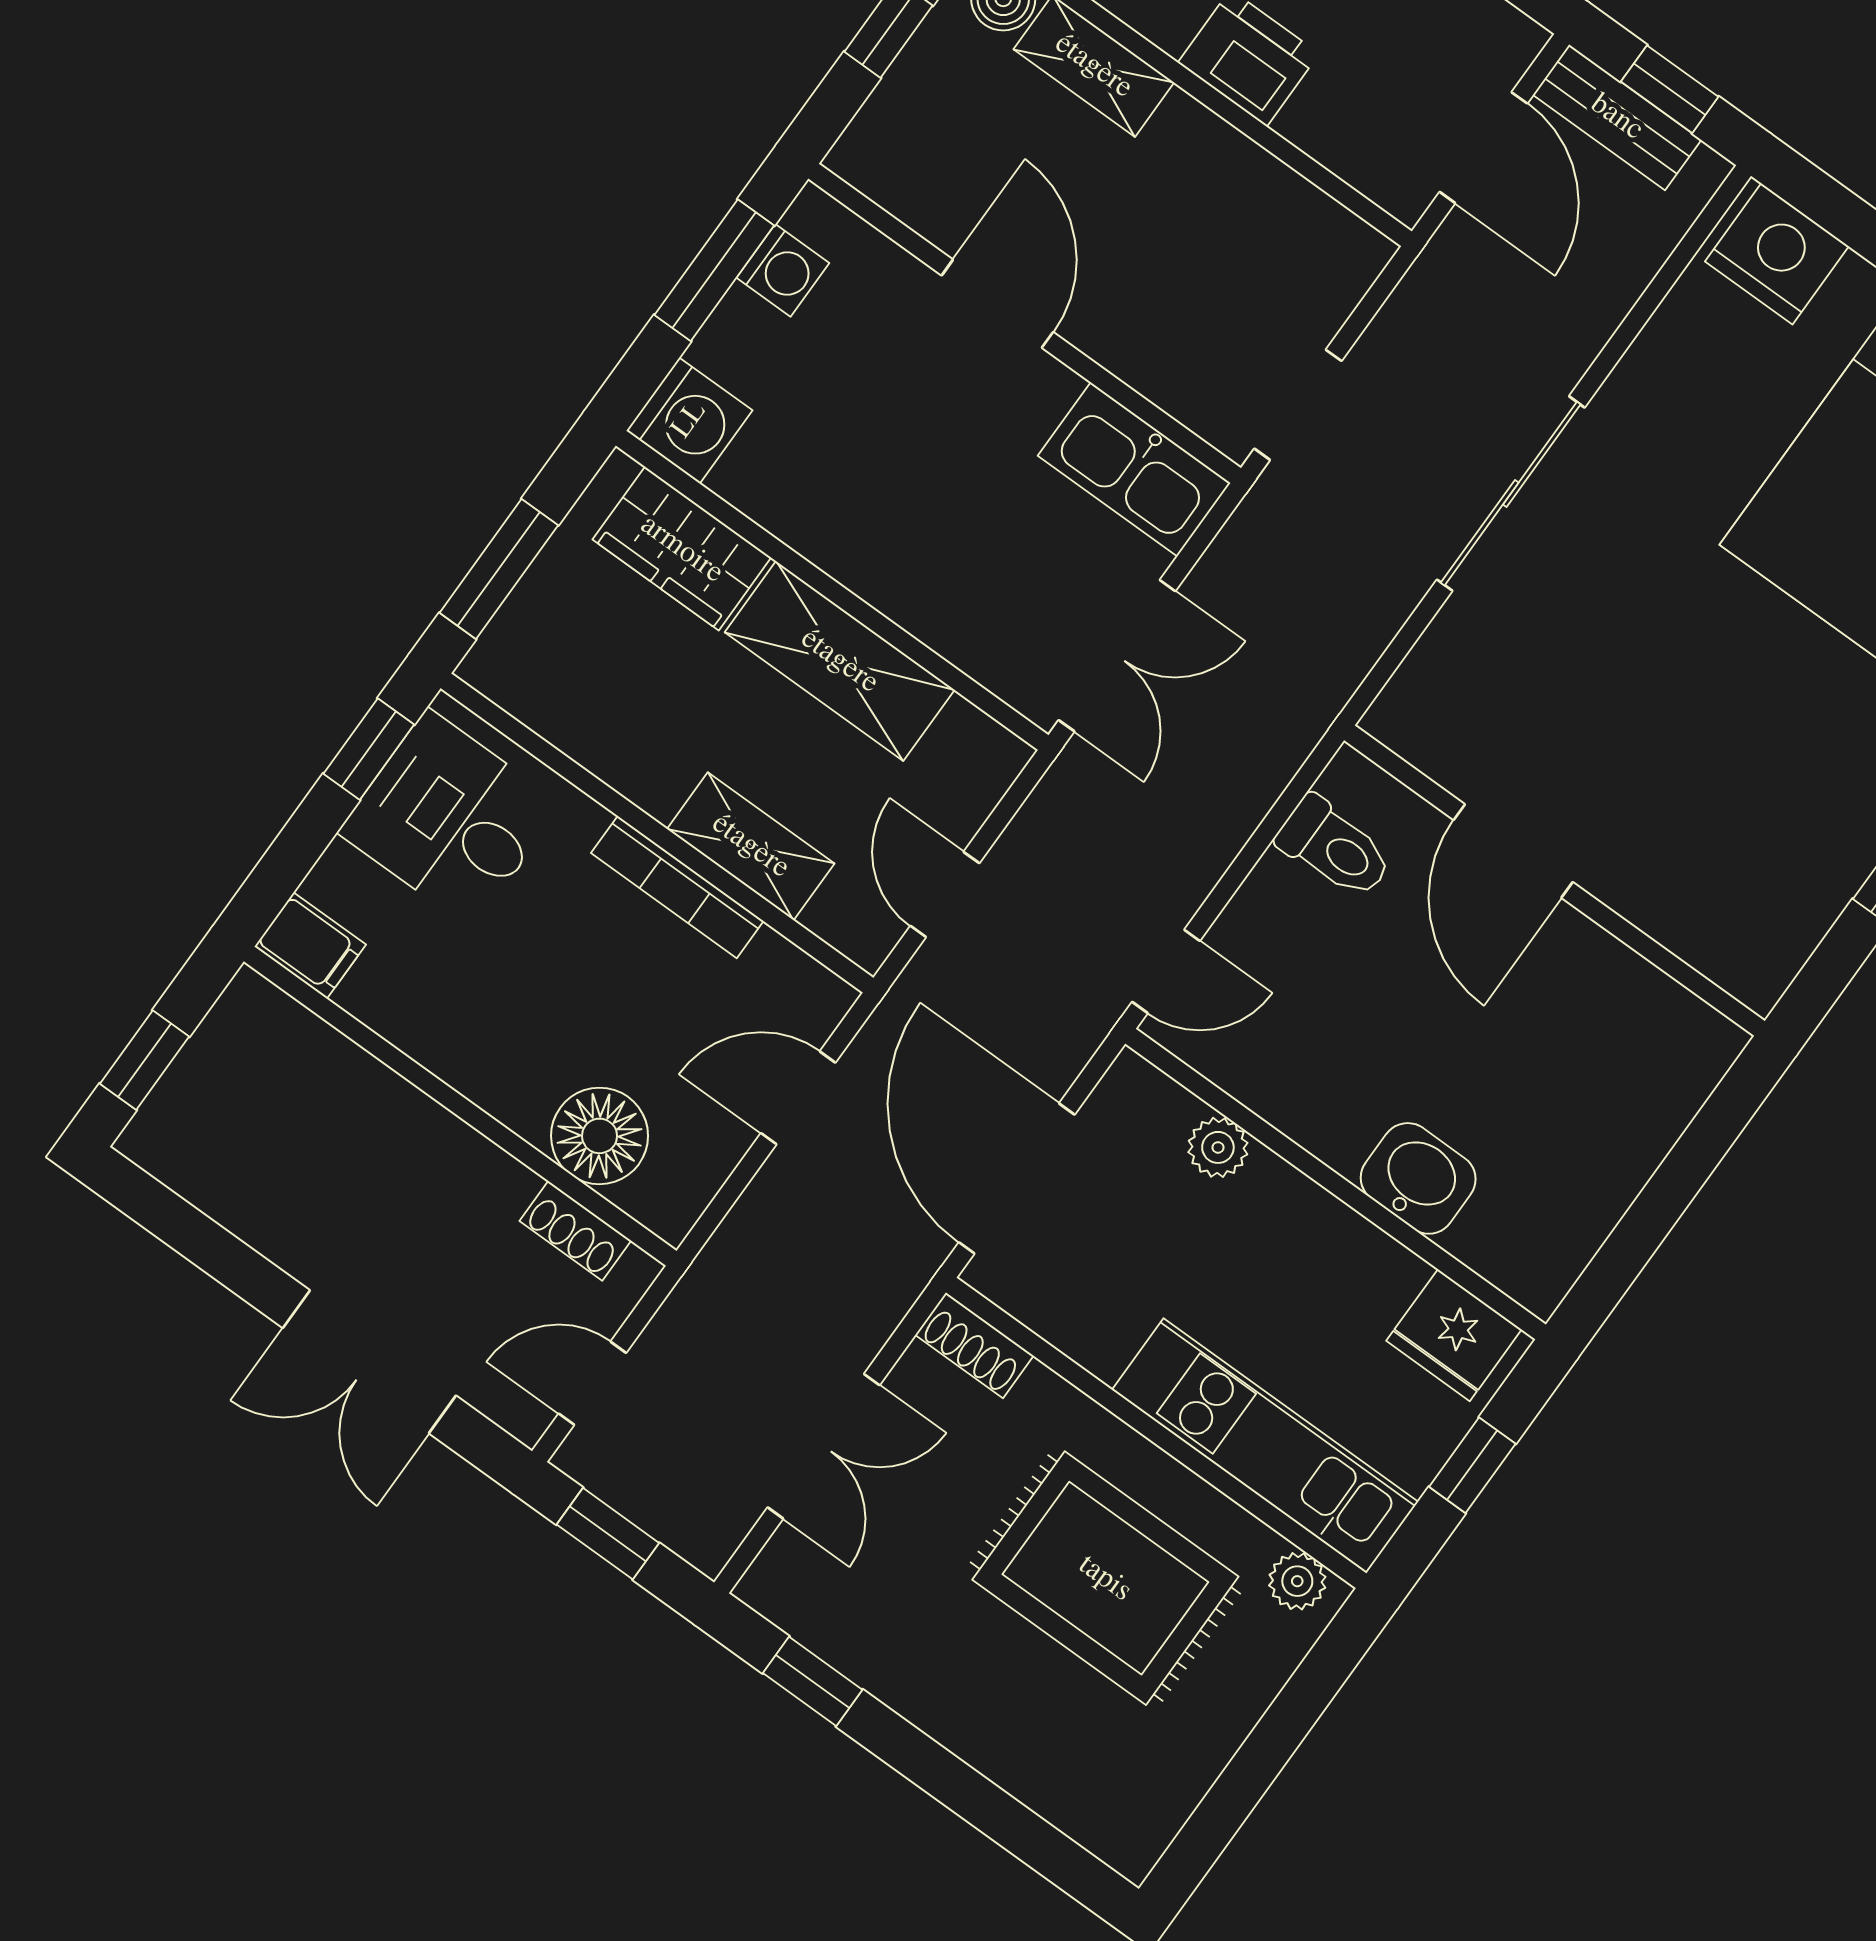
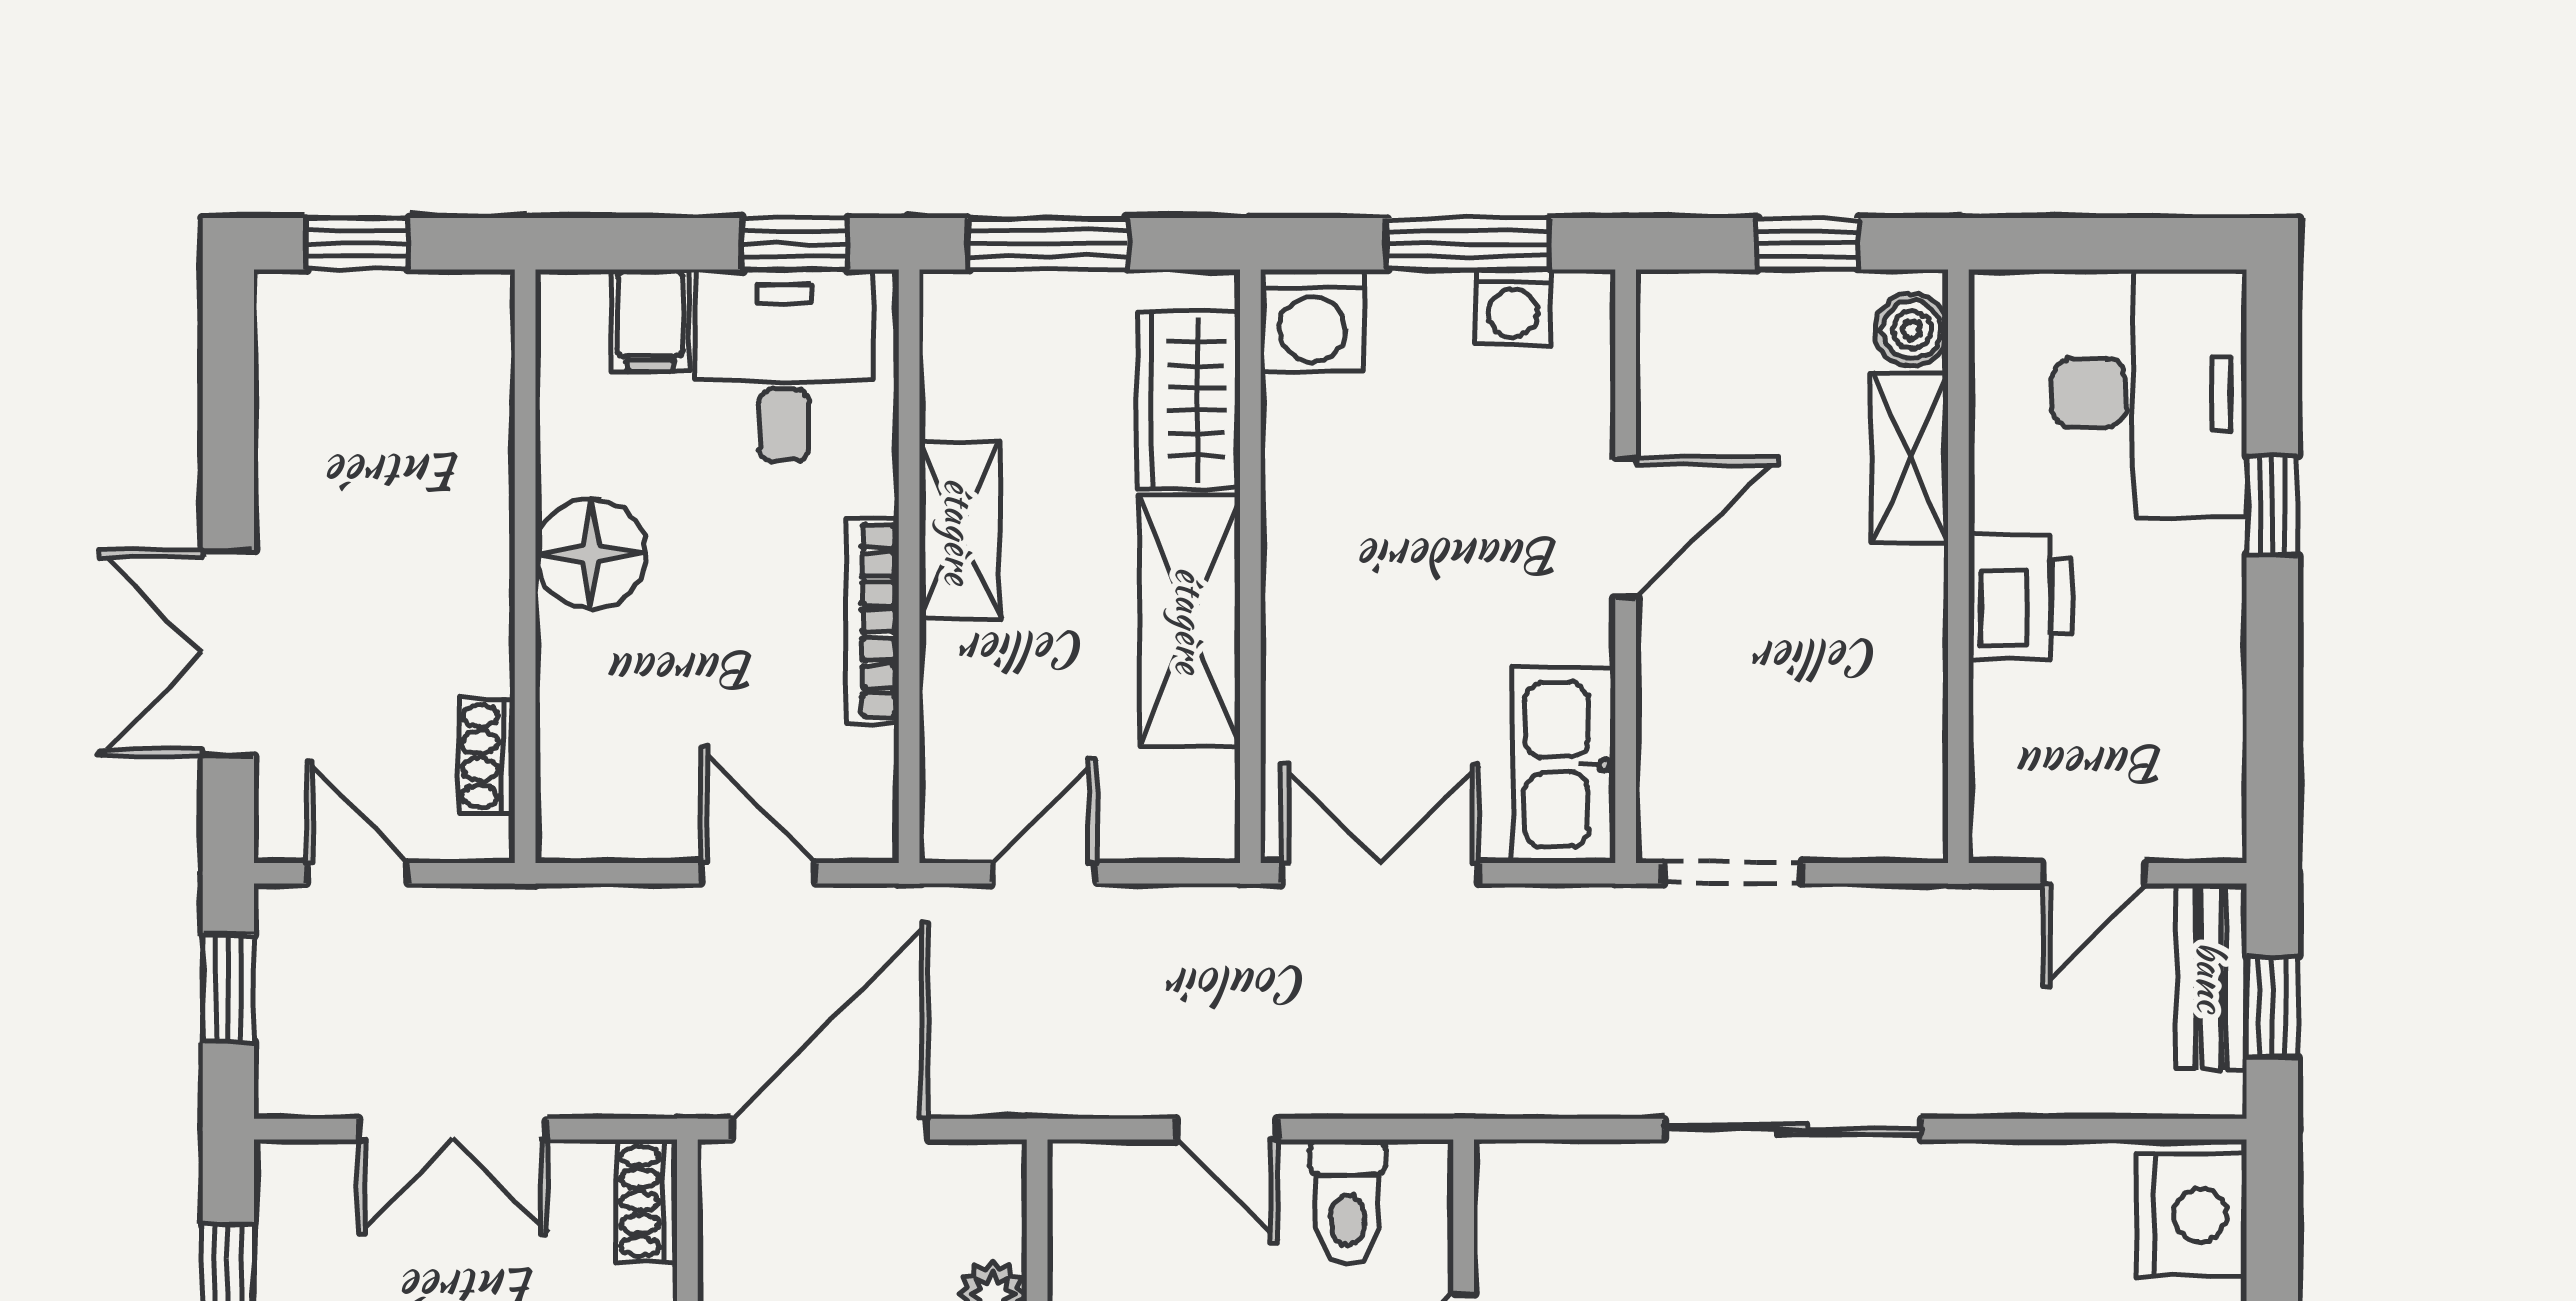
door: (1483, 148) -> (2094, 873), width x0.73
double door: (1117, 656) -> (1380, 873), swing flipped
shelving: (751, 846) -> (959, 531), moved
filing cabinet: (310, 945) -> (650, 320), moved
door: (1166, 971) -> (1227, 1129), moved
floor lamp: (600, 1136) -> (591, 554), moved

